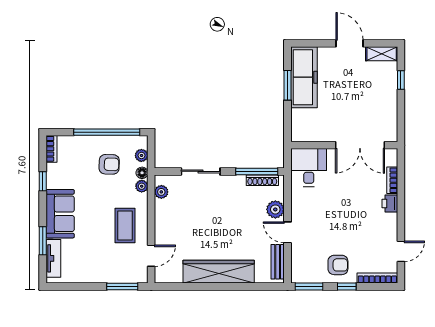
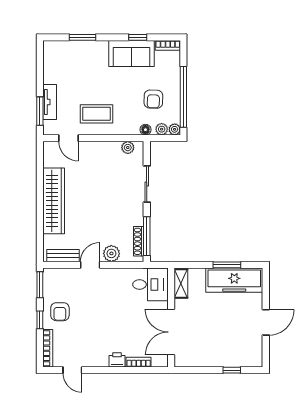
shelving: (382, 54) -> (181, 284), moved
plant: (142, 186) -> (175, 129), moved
sofa: (60, 214) -> (131, 54), moved
tv unit: (53, 258) -> (50, 102), moved, turned -90

